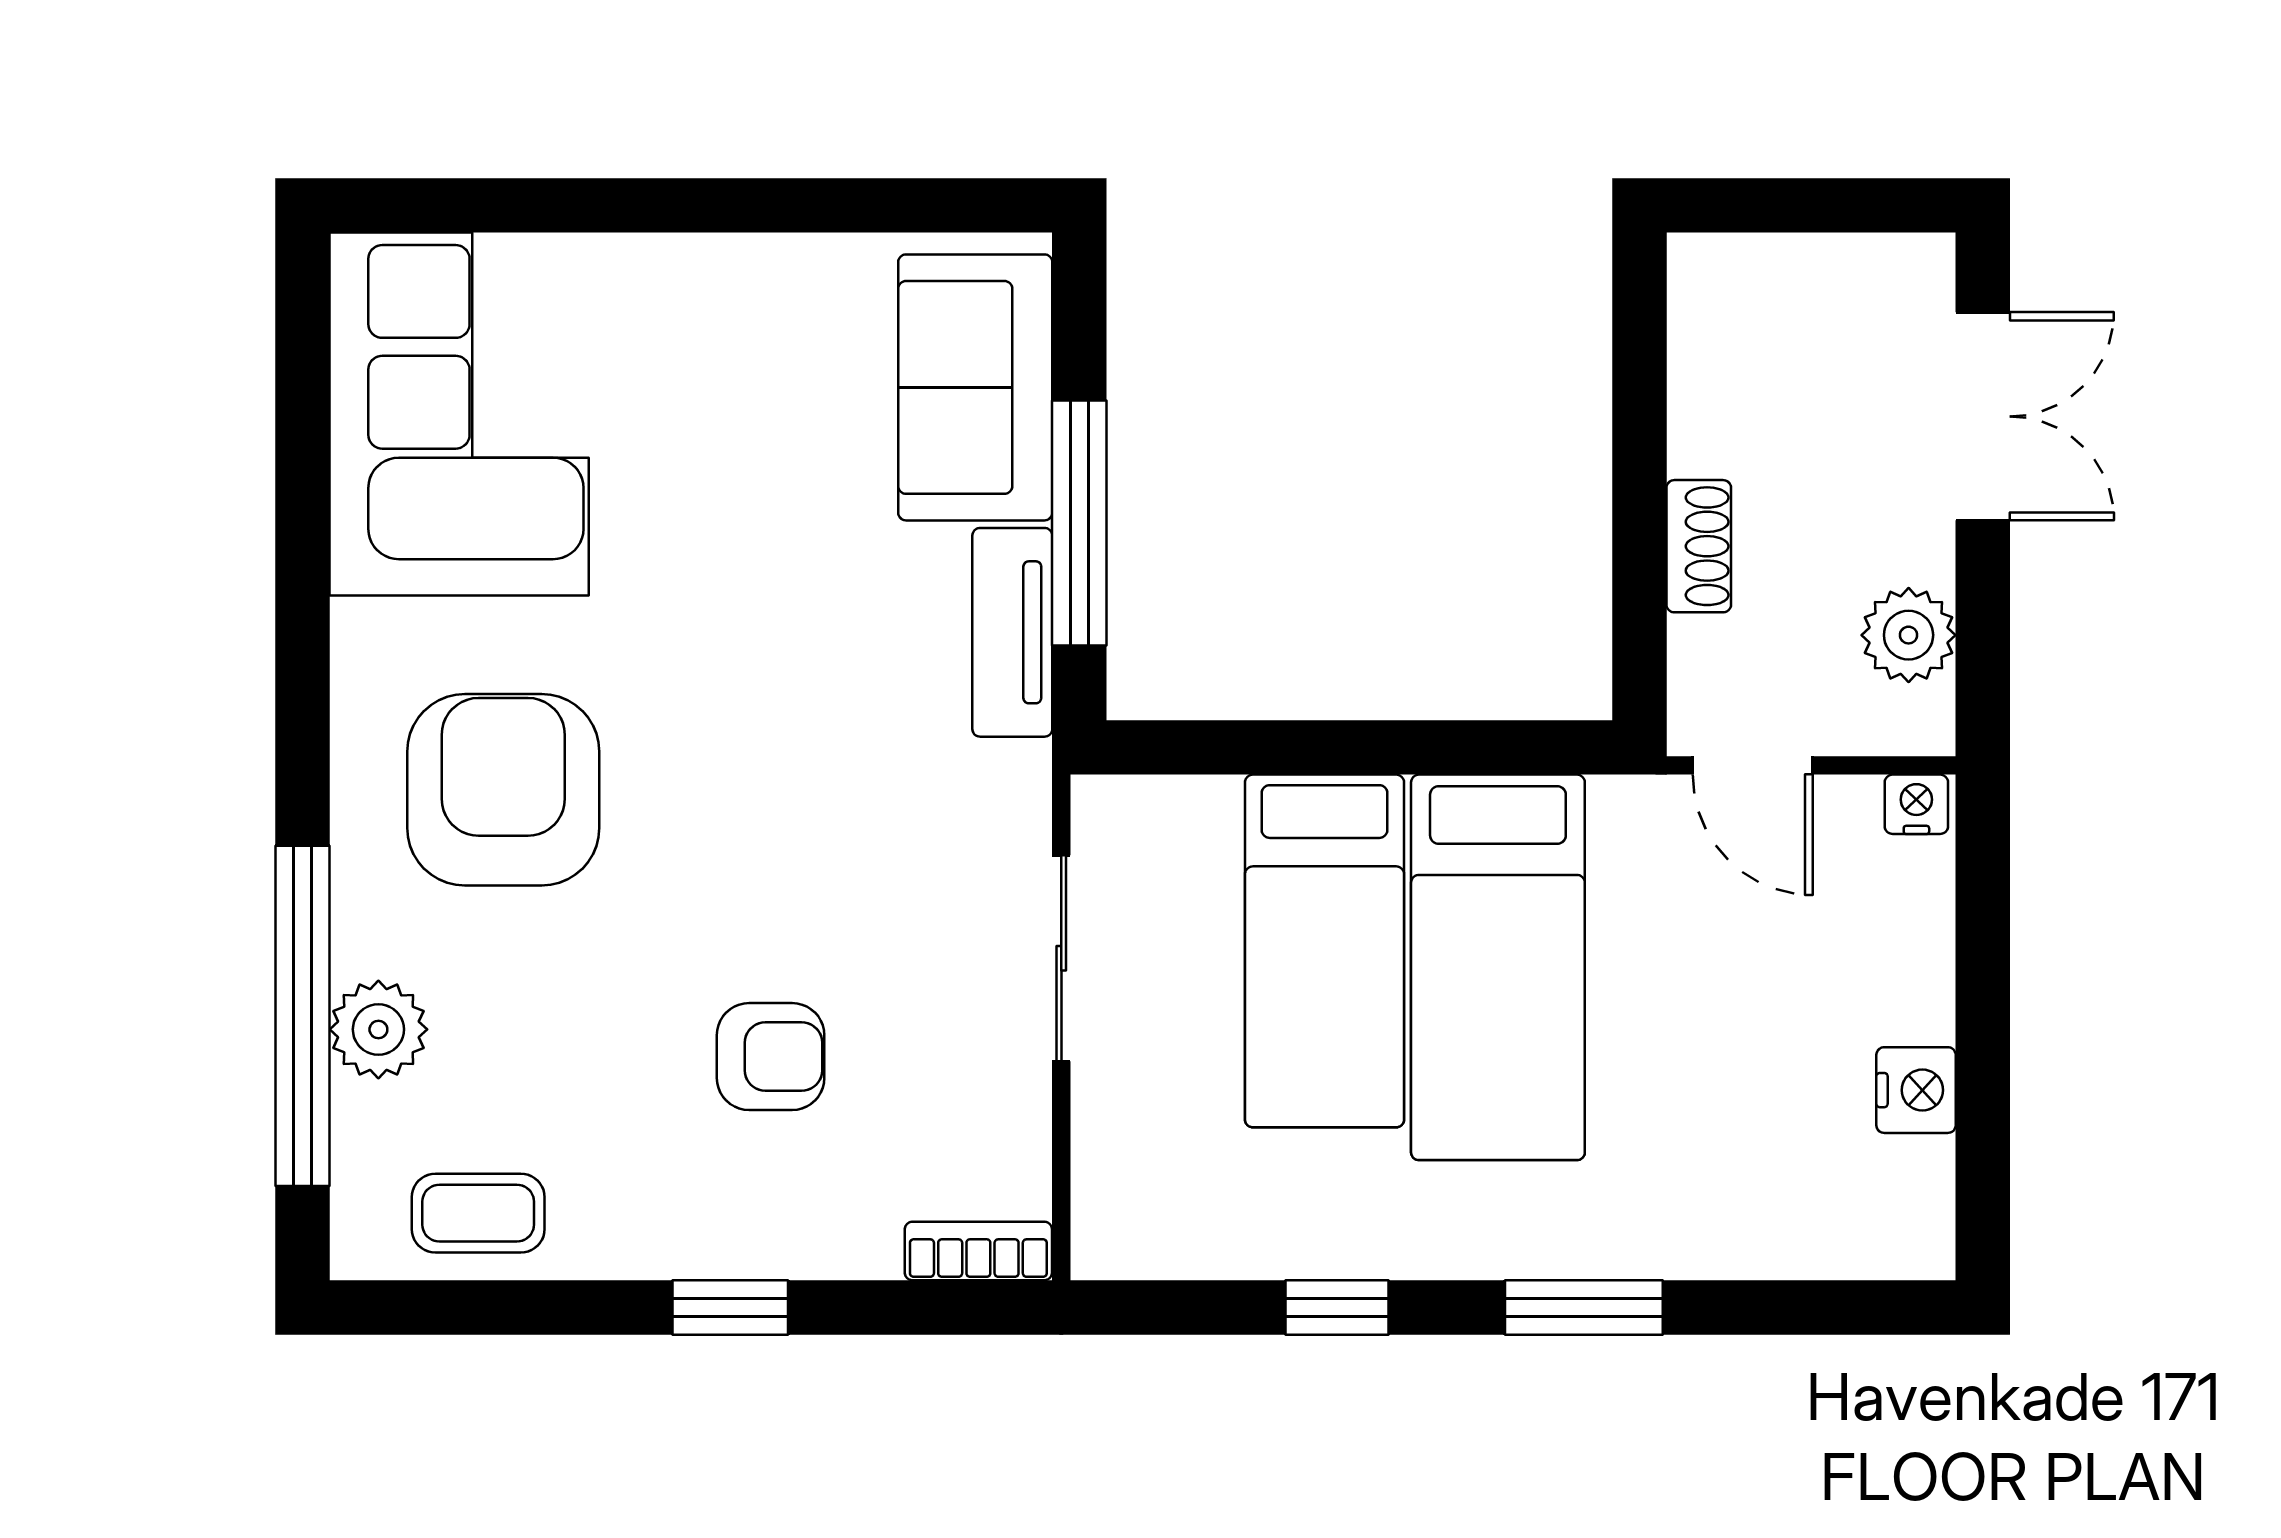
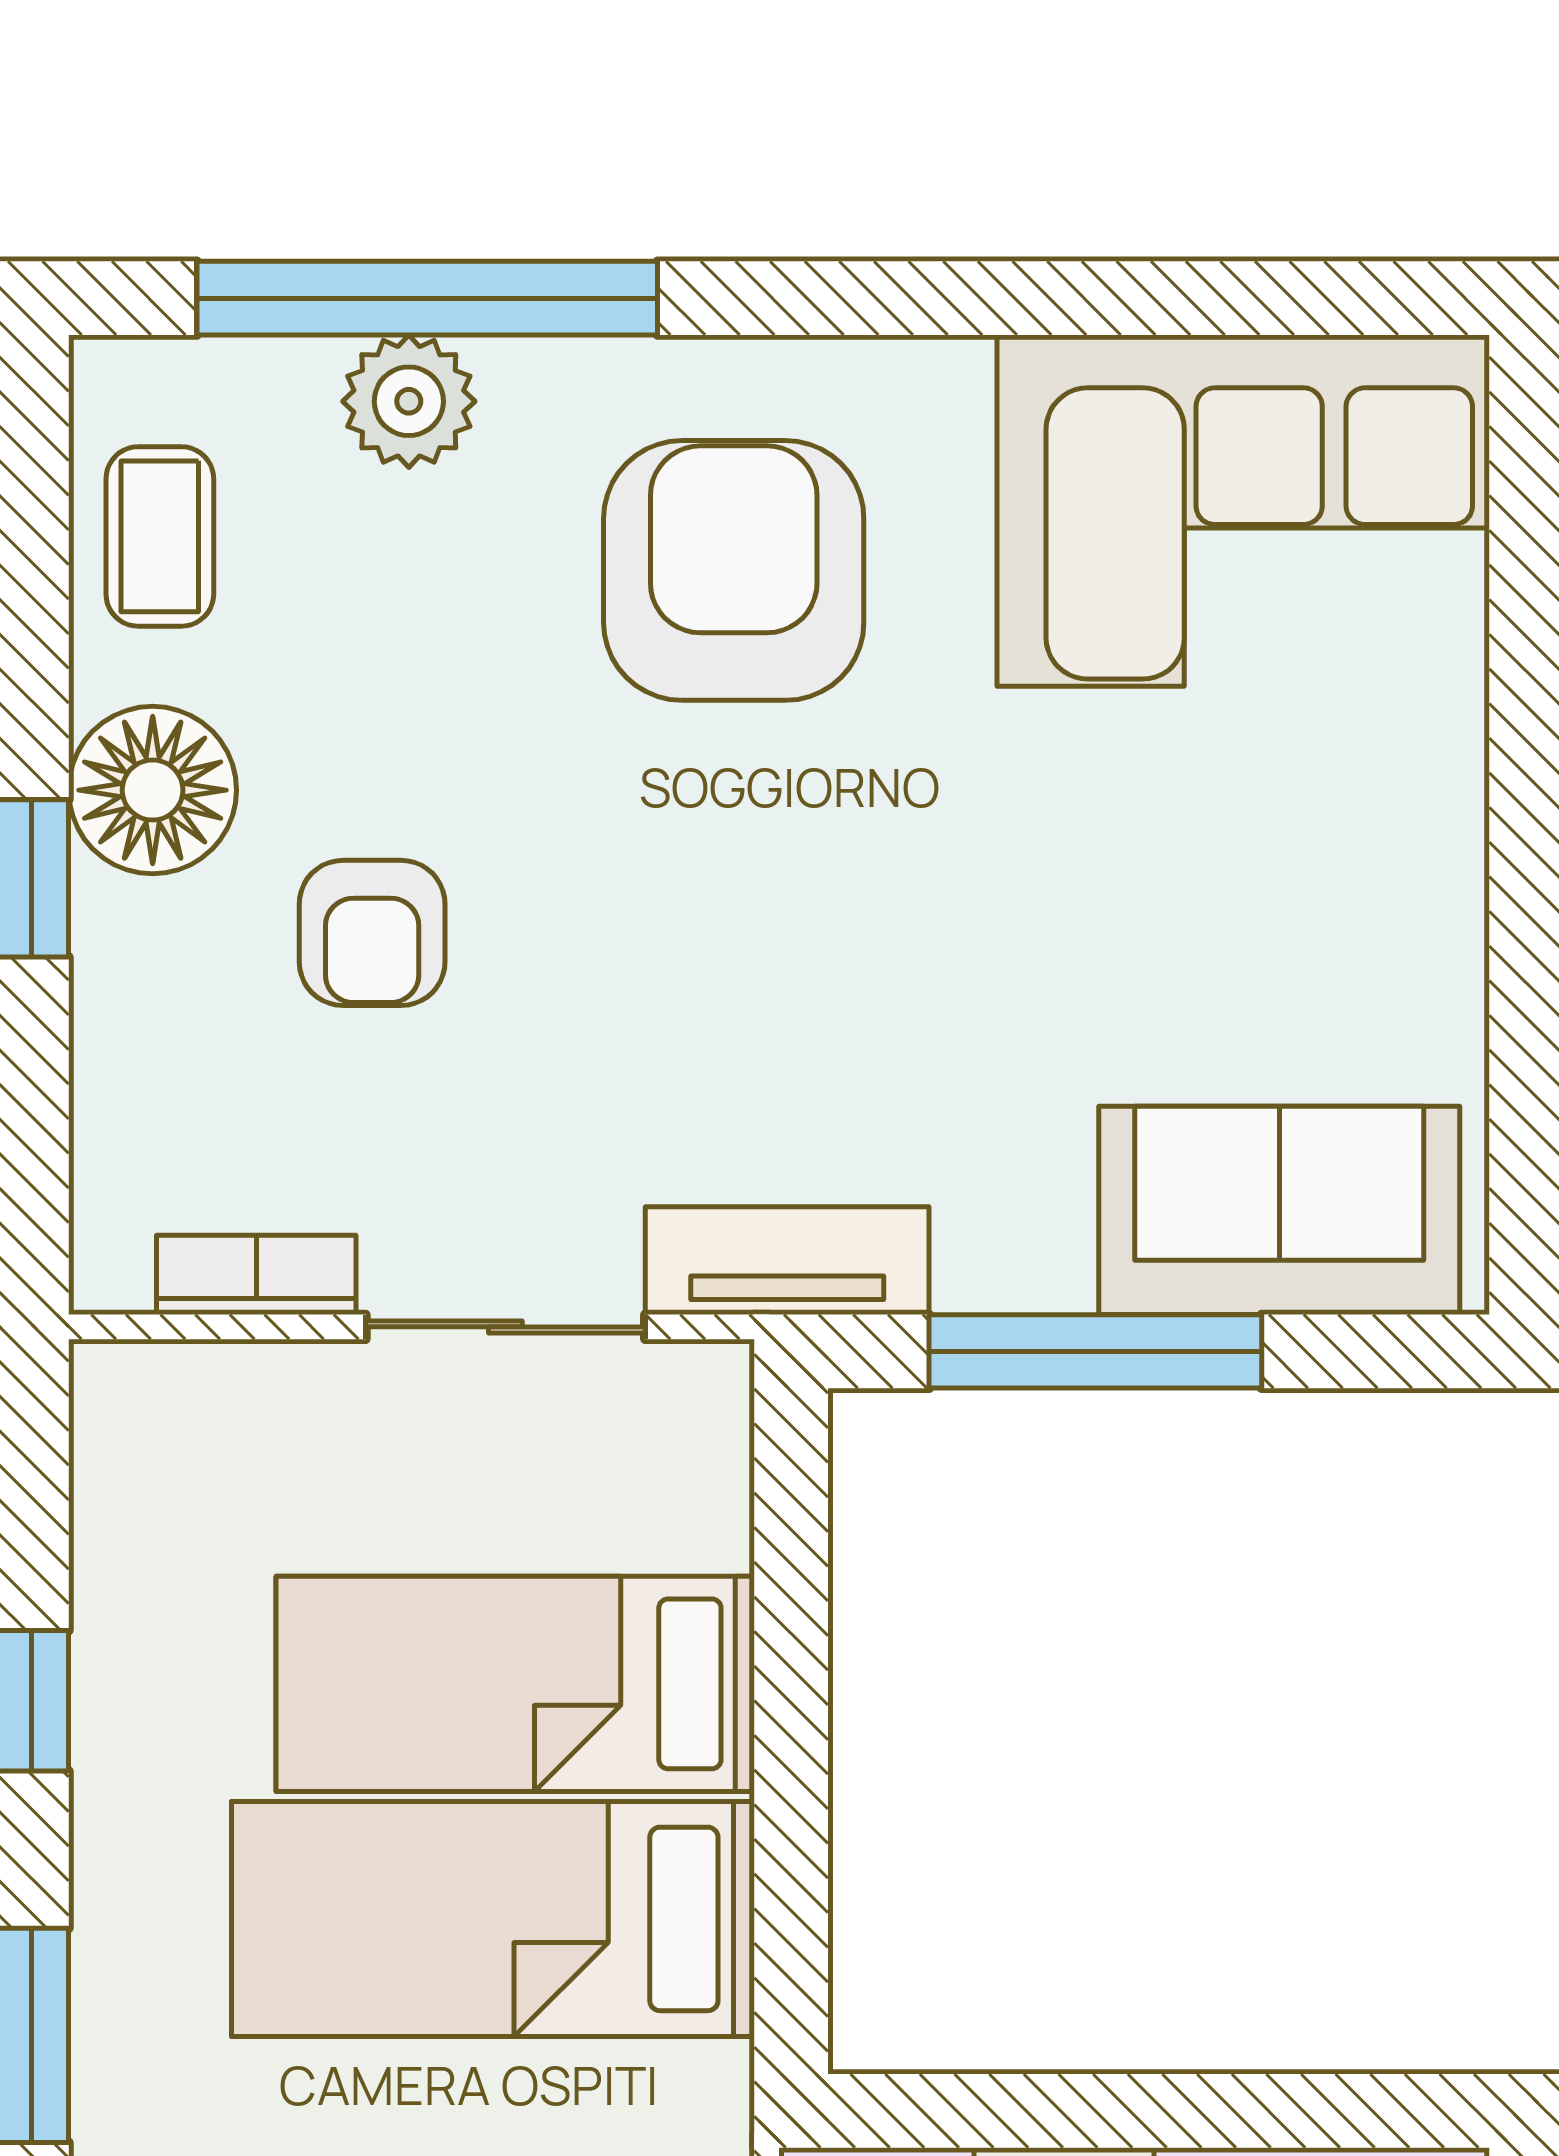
tv unit: (1012, 632) -> (787, 1261), moved
armchair: (503, 790) -> (734, 570), turned -90
floor lamp: (665, 1219) -> (153, 790), added
bookcase: (978, 1251) -> (256, 1275), moved, turned -90

